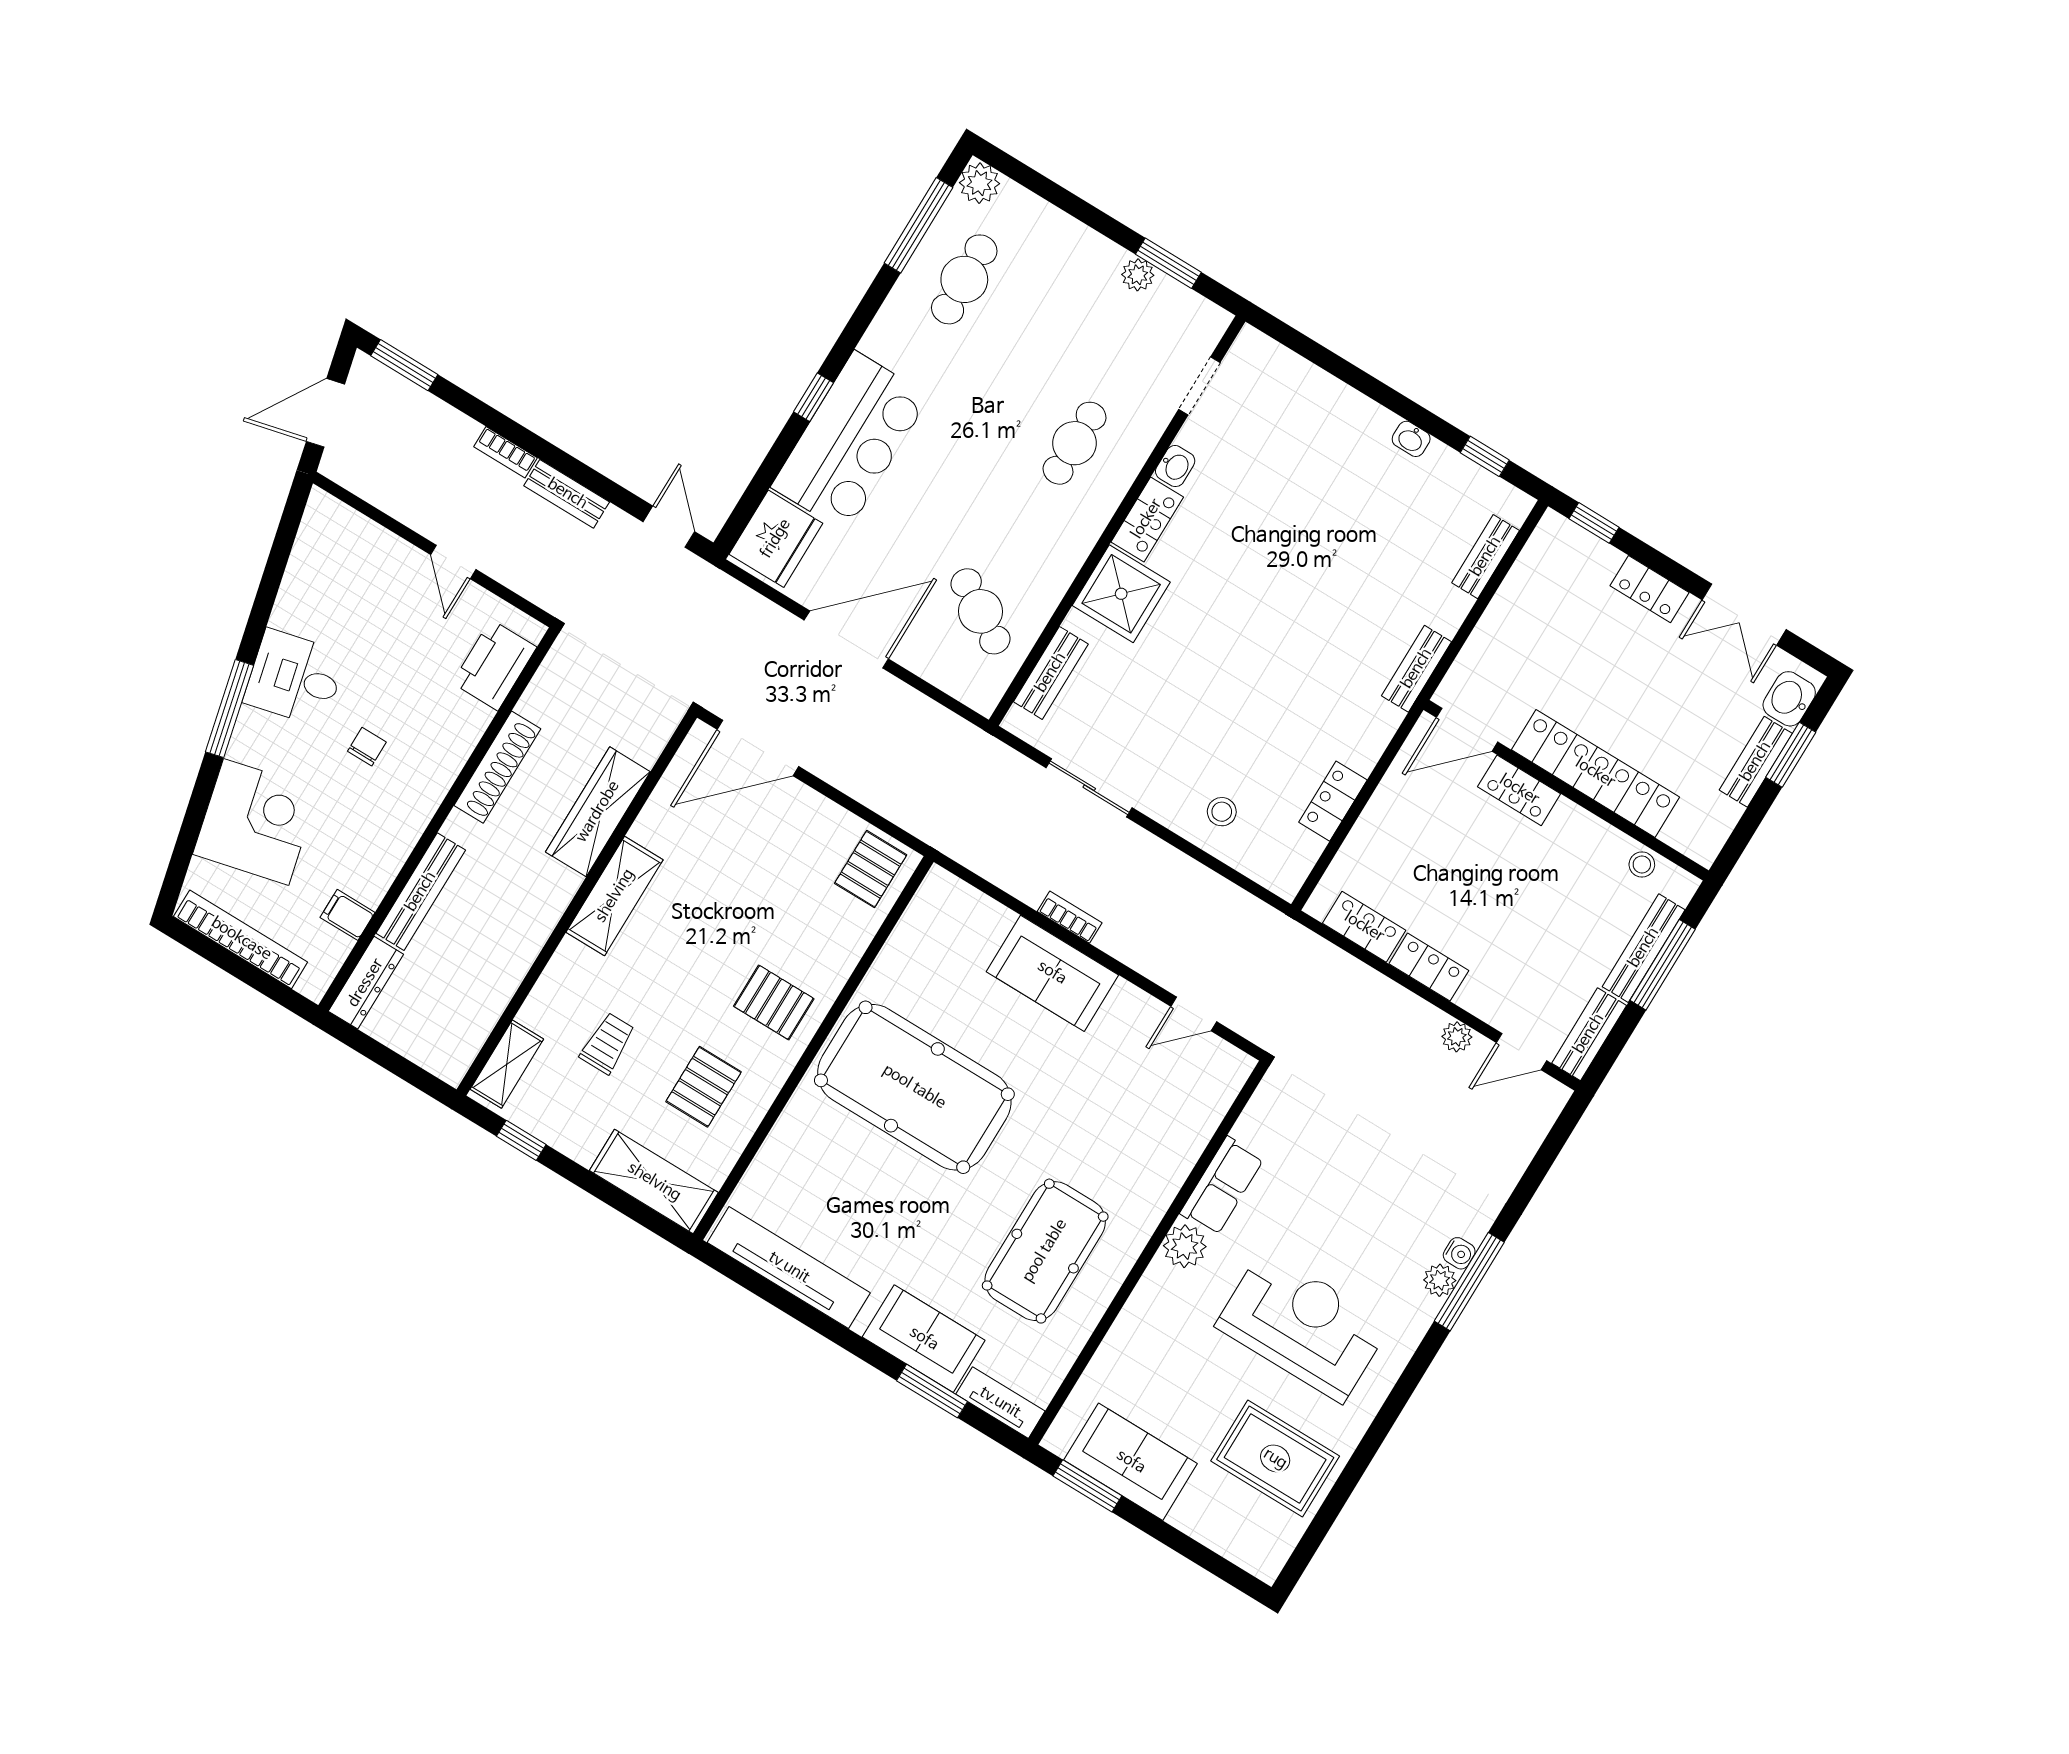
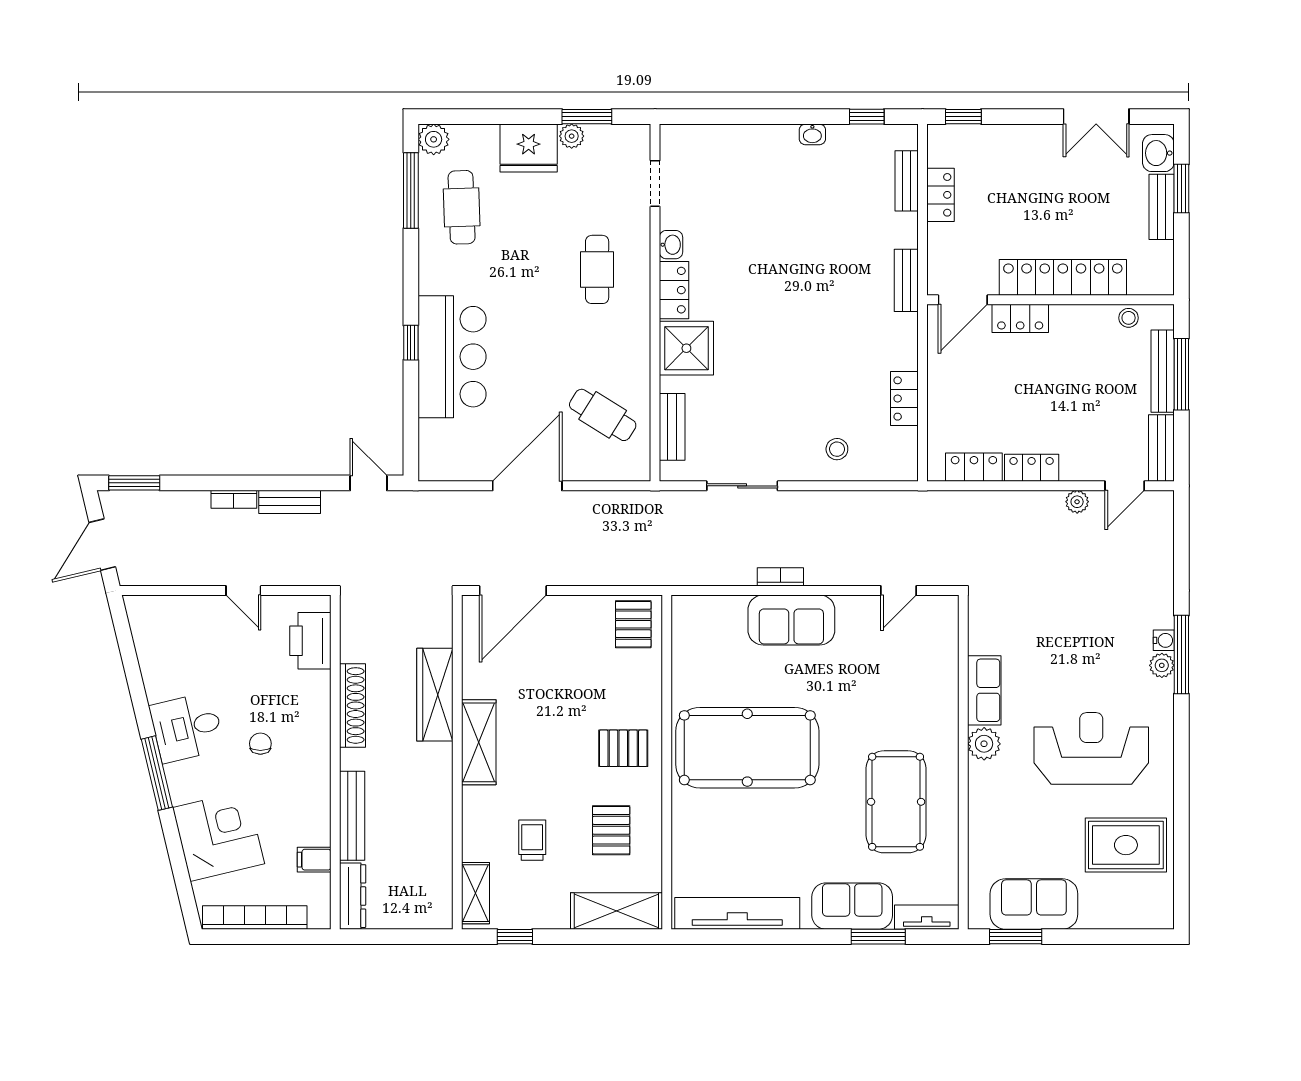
fridge: (776, 539) -> (529, 148), moved, turned 90
locker: (1649, 589) -> (940, 195), moved, turned -90

